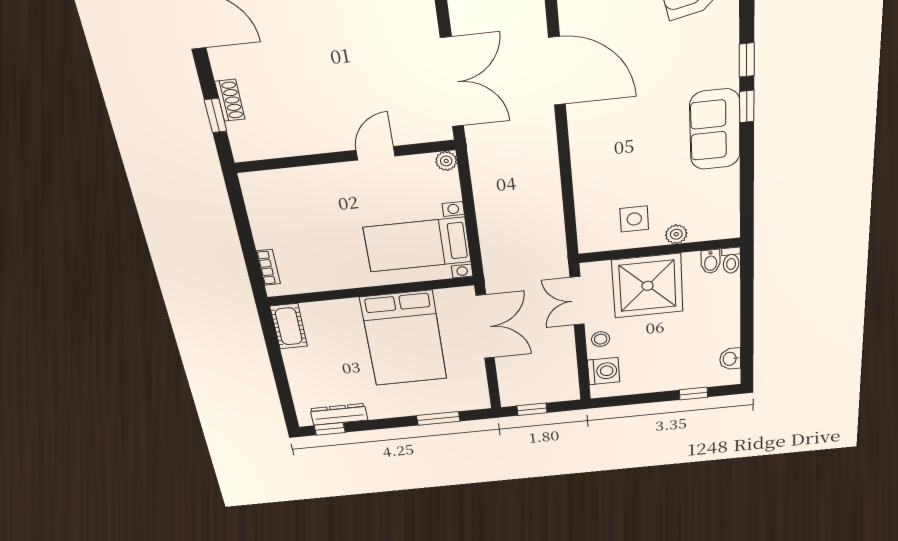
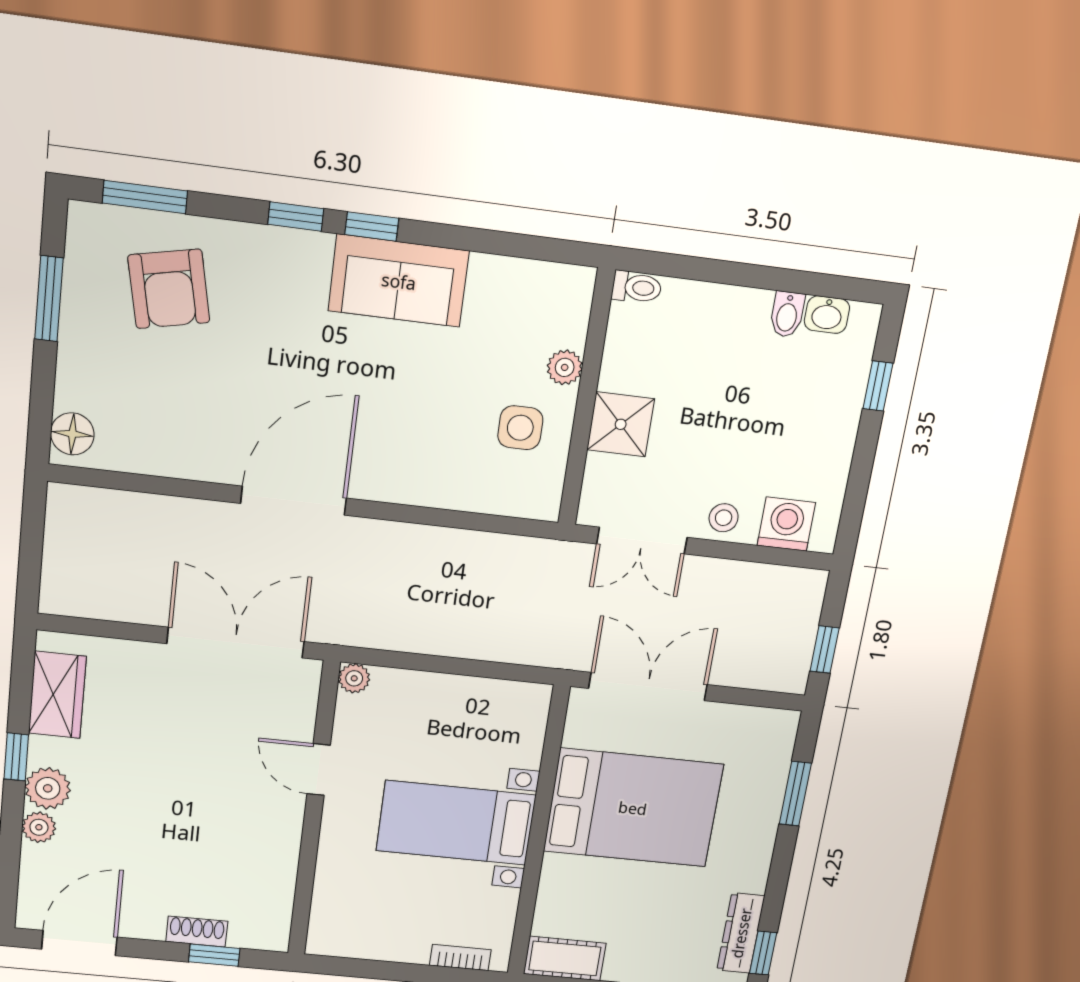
door: (557, 71) -> (294, 501), moved
bed with nightstands: (417, 245) -> (456, 823), moved, turned 90
bidet: (711, 262) -> (787, 314), moved, turned 90
shower: (648, 286) -> (621, 424), width x0.54, depth x0.54

